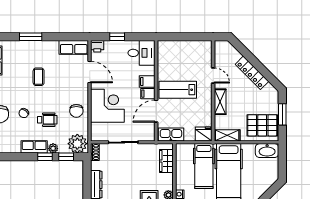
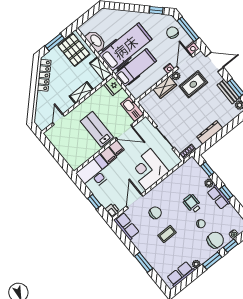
desk: (142, 53) -> (95, 173), width x1.37
locker: (252, 73) -> (44, 75), moved
door: (213, 76) -> (59, 119), moved
lab bench: (178, 90) -> (97, 129), turned 180
chair: (76, 111) -> (155, 213), moved
plant: (77, 144) -> (192, 169), removed
washbasin: (267, 151) -> (96, 41), moved
window: (45, 157) -> (226, 192), moved
wardrobe: (166, 161) -> (165, 87), moved

